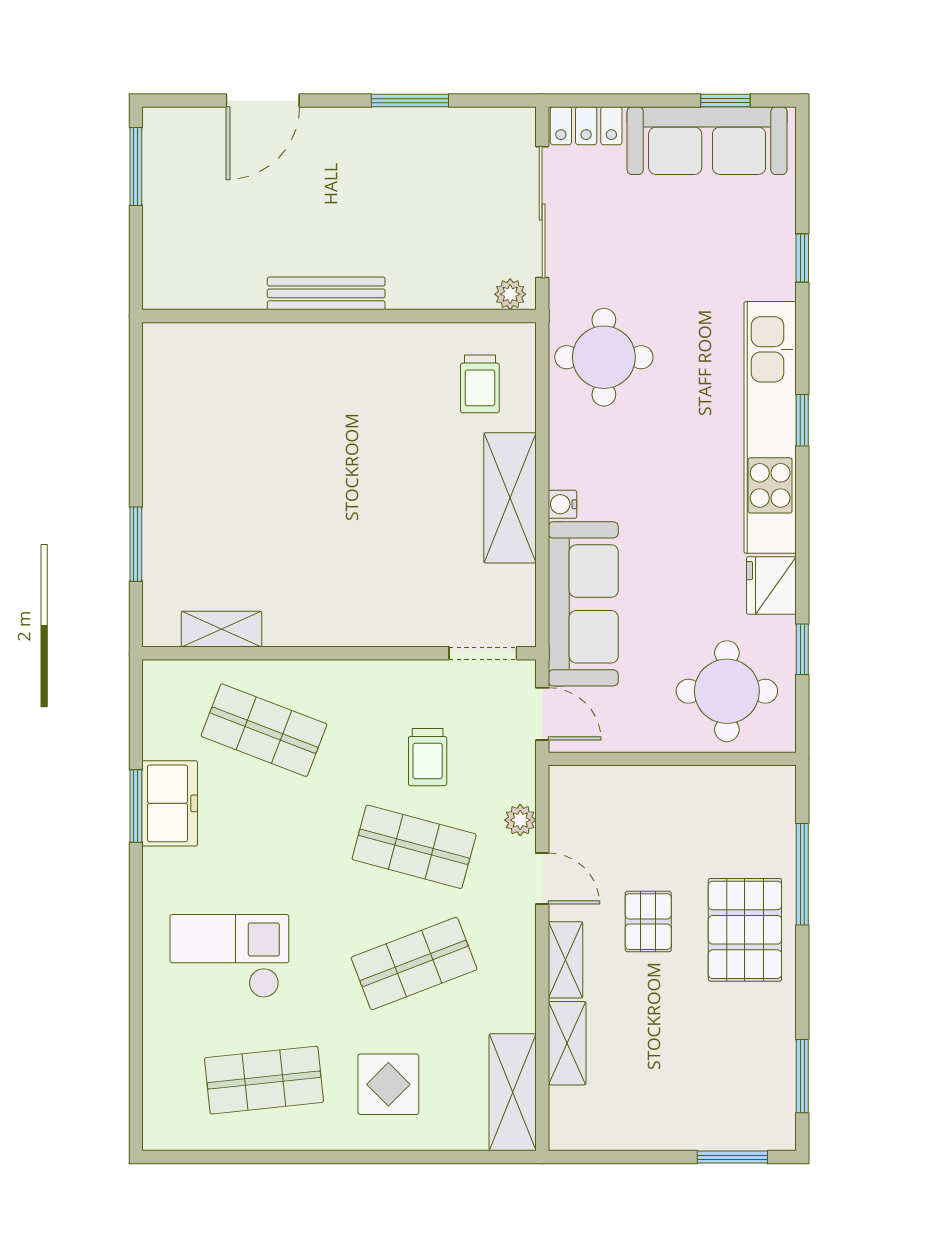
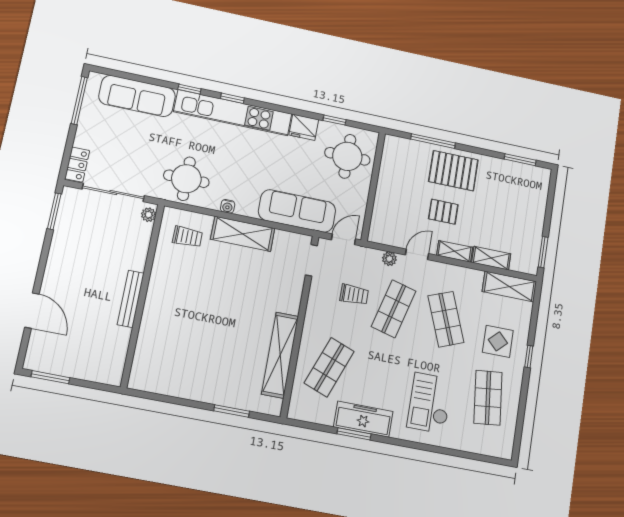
window: (410, 101) -> (54, 211), moved
window: (725, 101) -> (79, 101), width x2.17
sofa: (707, 141) -> (137, 96), moved, turned 90
window: (802, 258) -> (189, 89), moved
water cooler: (562, 504) -> (228, 206), moved
shelving: (221, 629) -> (280, 355), width x2.20, depth x1.33
freezer: (170, 803) -> (363, 419), width x1.40
window: (369, 1157) -> (529, 357), added
window: (732, 1157) -> (543, 252), moved

